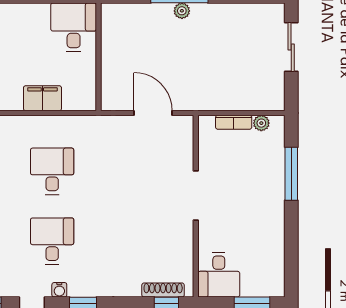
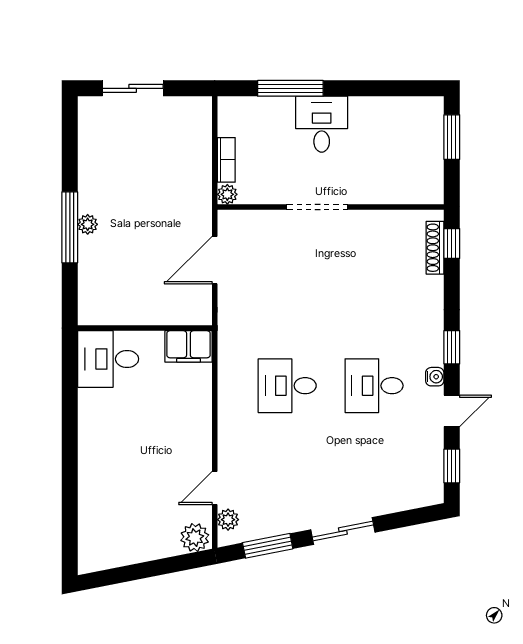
filing cabinet: (42, 98) -> (188, 346), moved, turned -90
plant: (261, 123) -> (227, 194), moved
desk: (219, 275) -> (322, 124), moved, turned -90

